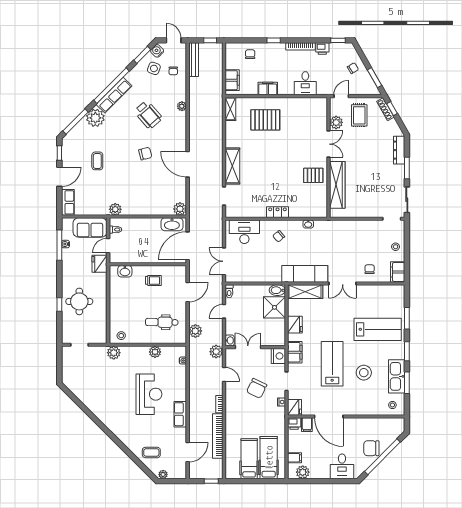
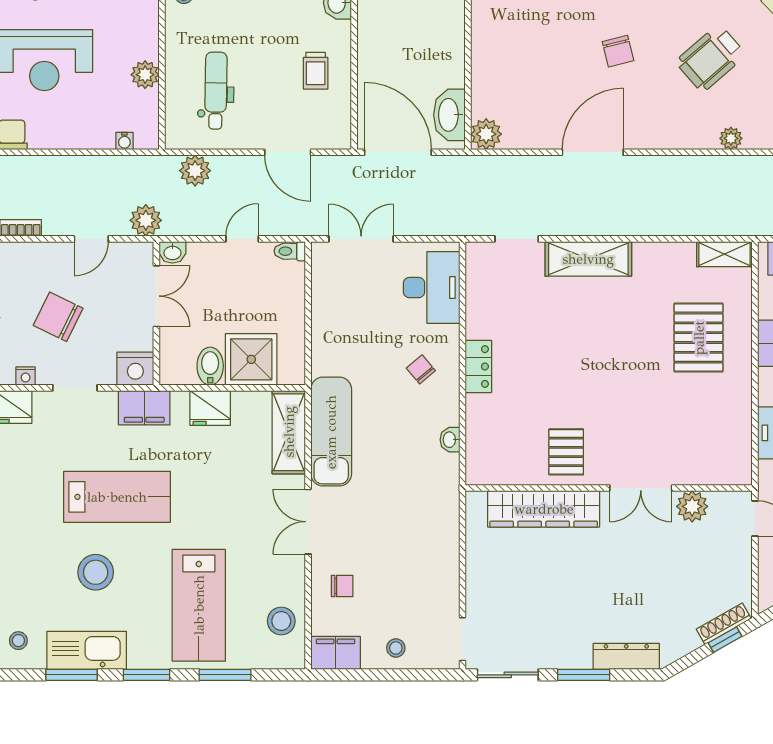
rug: (359, 115) -> (709, 561), removed
bidet: (277, 290) -> (210, 366), moved
stool: (384, 295) -> (281, 621), added
door: (224, 311) -> (242, 239), hinge flipped

